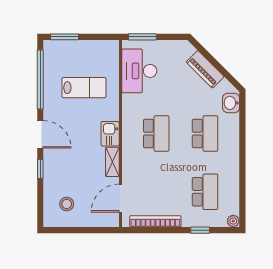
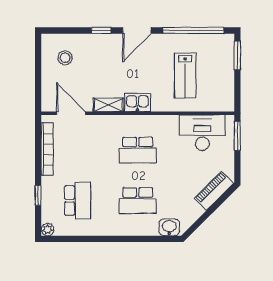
piano: (205, 69) -> (214, 191), moved
school desk: (205, 192) -> (78, 201), turned -90

